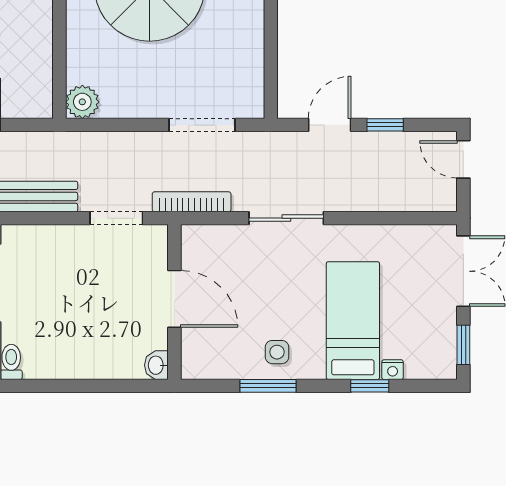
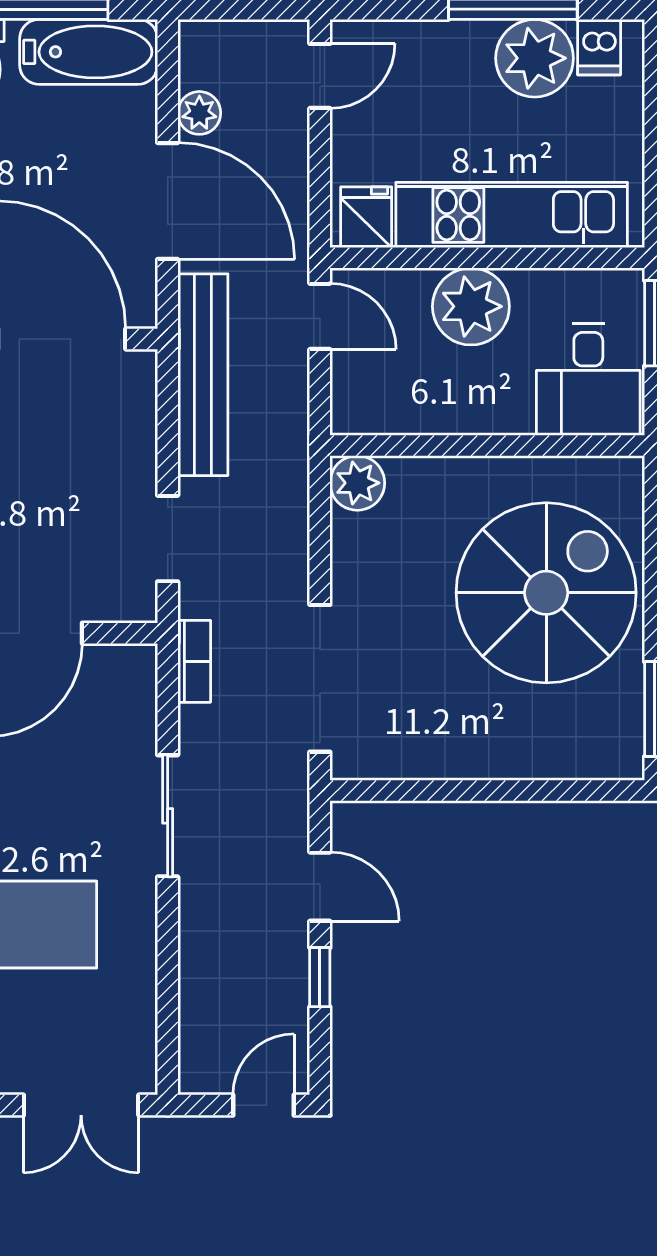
doorway: (202, 125) -> (320, 678), width x1.36
bookcase: (192, 202) -> (194, 661), width x0.64

